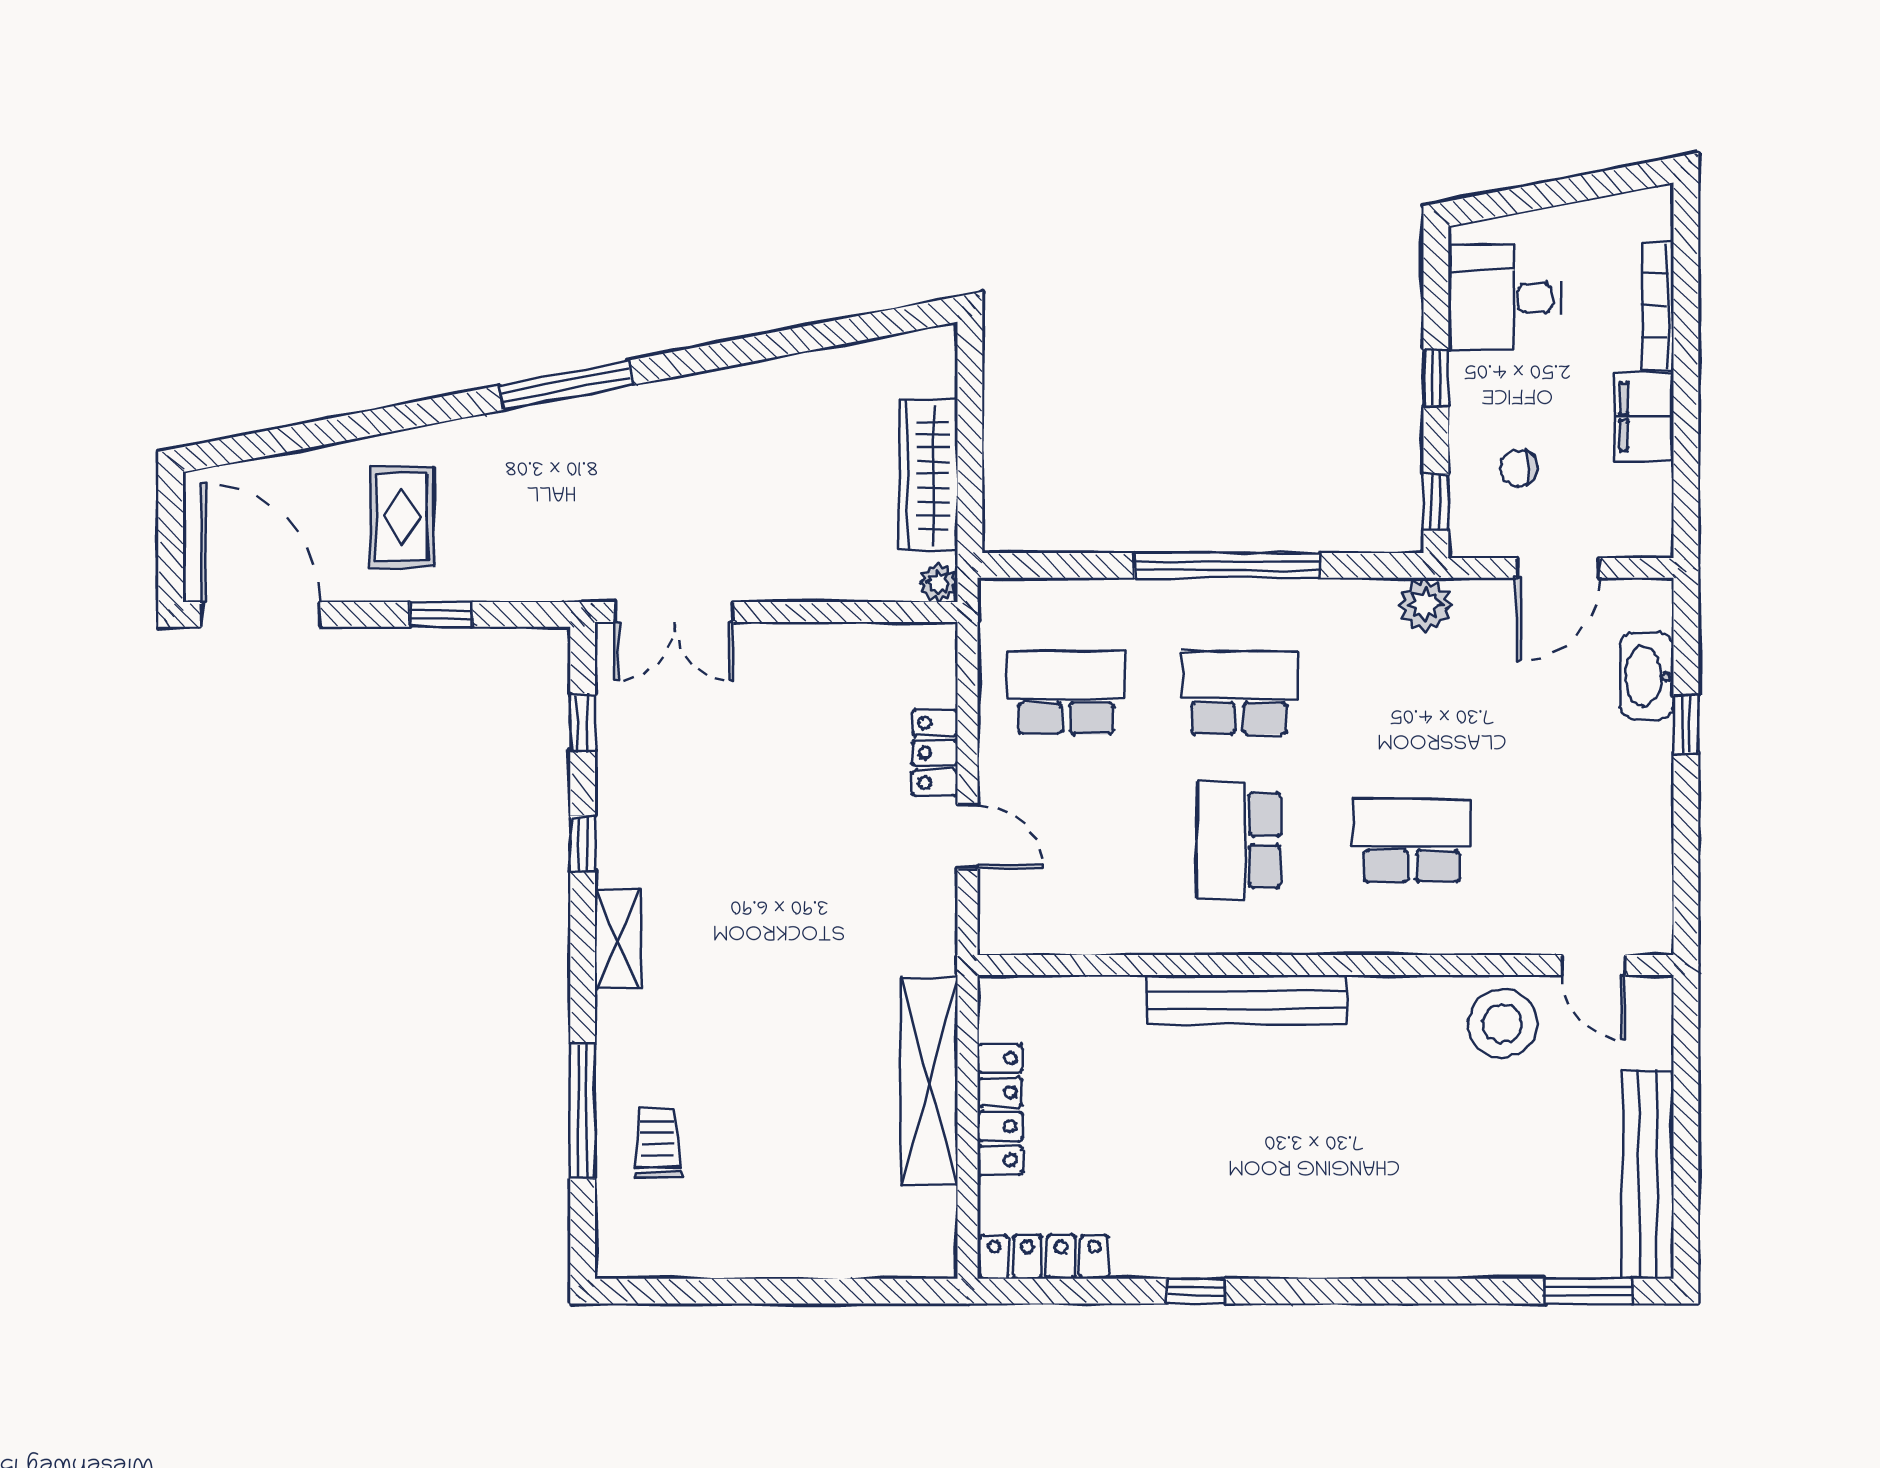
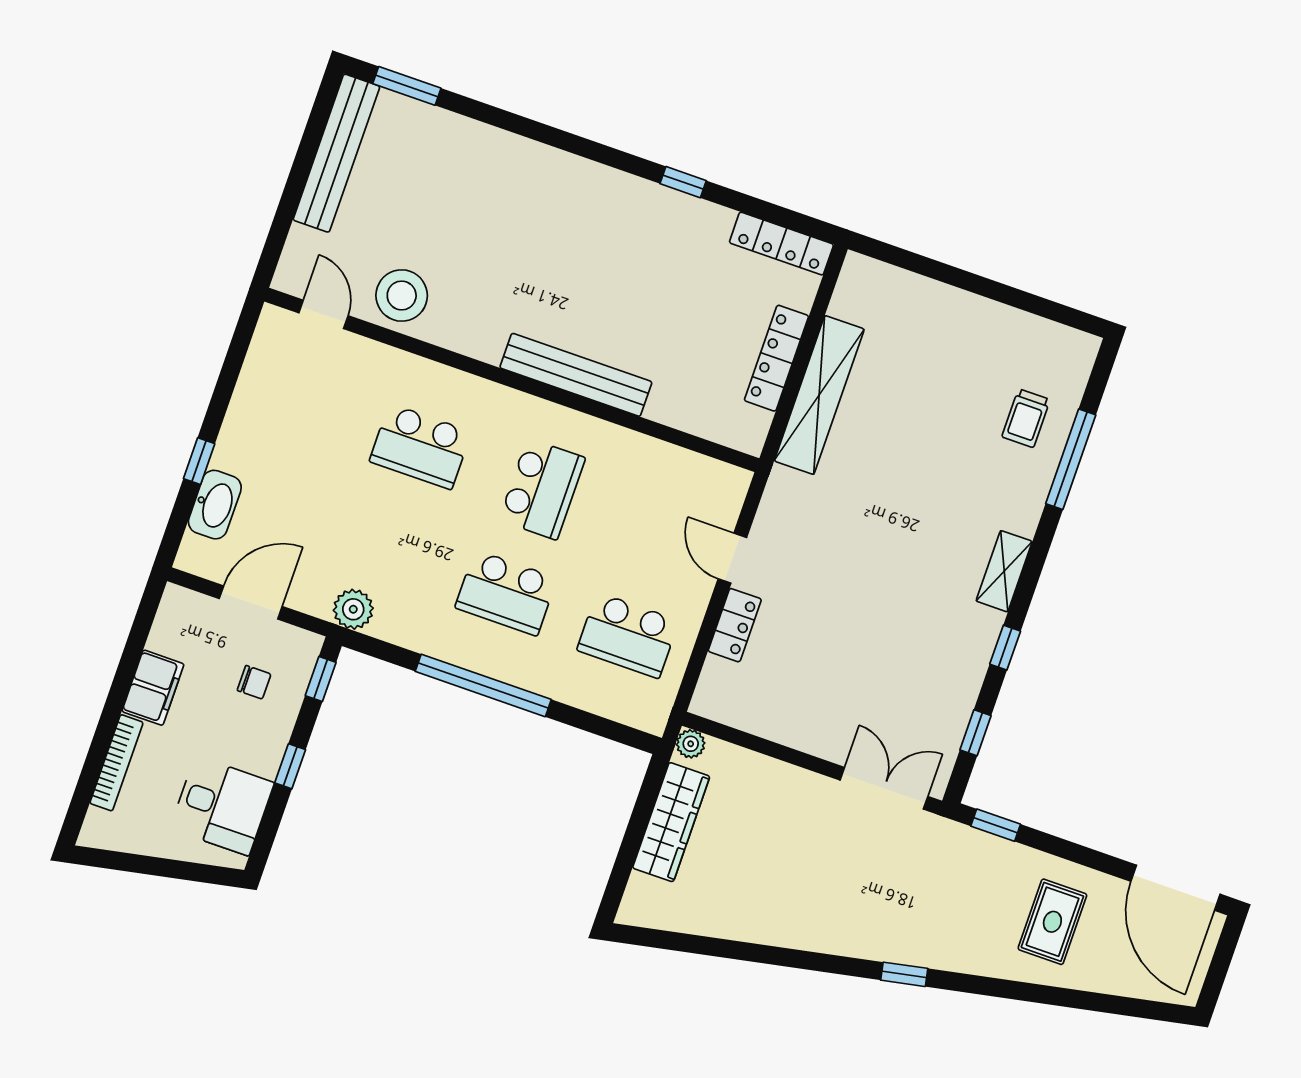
window: (566, 385) -> (904, 974), width x0.46
window: (441, 614) -> (996, 825), moved

